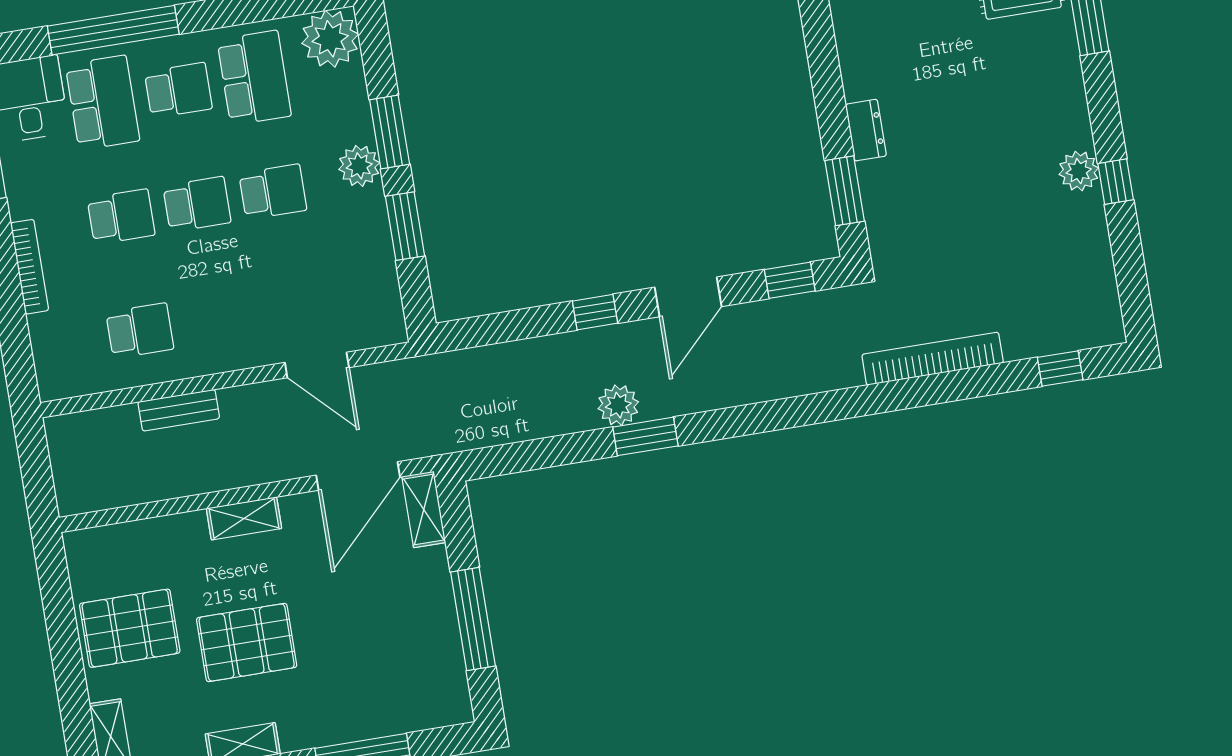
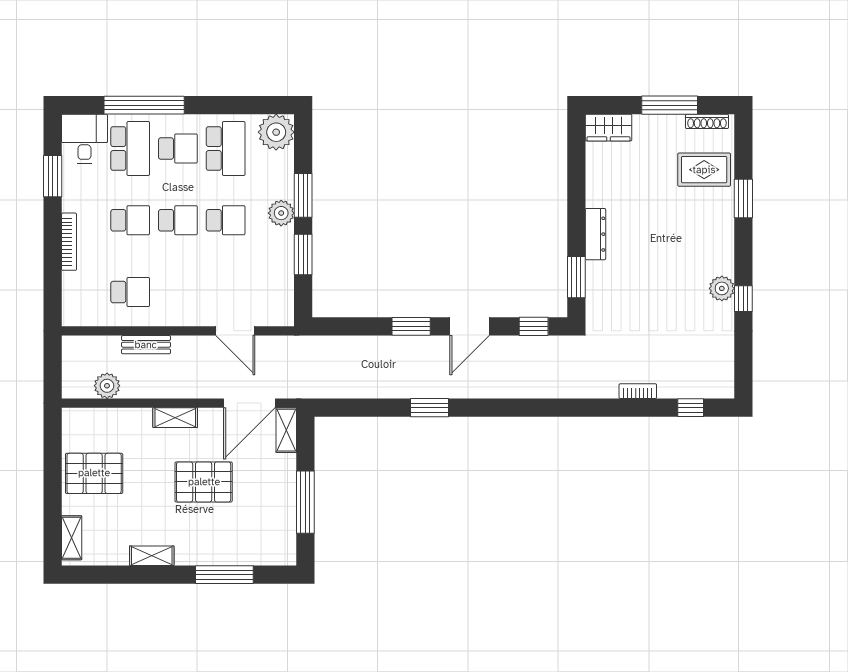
dresser: (866, 130) -> (595, 234), width x1.44
window: (595, 312) -> (411, 326), width x1.50
bookcase: (933, 359) -> (638, 391), width x0.43, depth x0.76
plant: (618, 405) -> (107, 386), moved
pallet: (247, 643) -> (204, 482), moved

